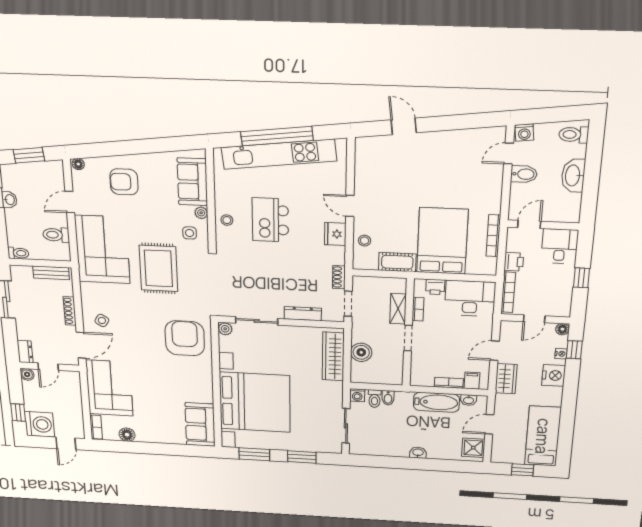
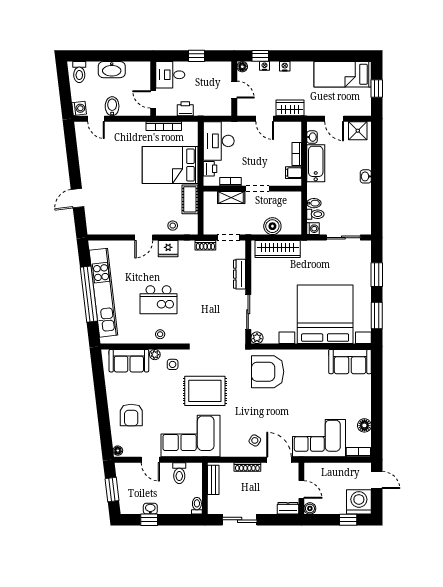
bookcase: (508, 292) -> (212, 111), removed
nightstand: (554, 375) -> (285, 66), width x0.53, depth x0.56
filing cabinet: (472, 381) -> (293, 173), moved

